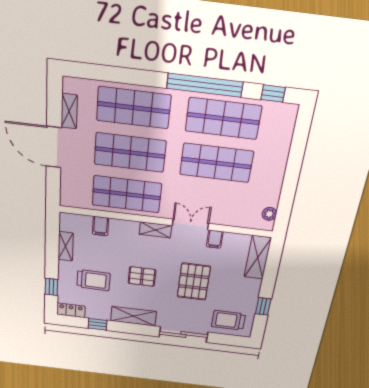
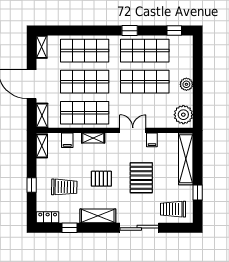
window: (205, 85) -> (130, 31), width x0.32
shelving: (69, 111) -> (42, 47), moved
plant: (276, 174) -> (186, 84), added
shelving: (67, 191) -> (42, 116), added
plant: (269, 214) -> (183, 115), width x1.87, depth x1.87
shelving: (155, 230) -> (93, 138), moved
shelving: (66, 246) -> (42, 146), moved
shelving: (258, 257) -> (186, 159), width x1.47
window: (51, 287) -> (32, 185), moved

